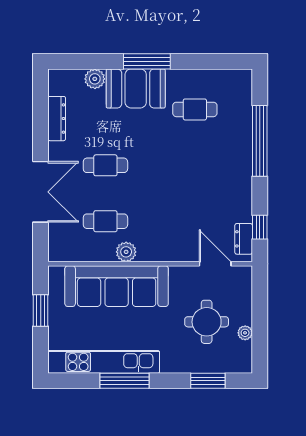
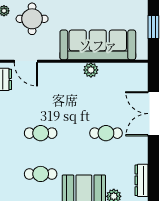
dresser: (57, 119) -> (142, 180), moved
cafe table: (105, 221) -> (41, 133), moved

